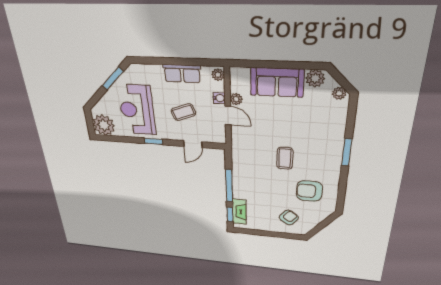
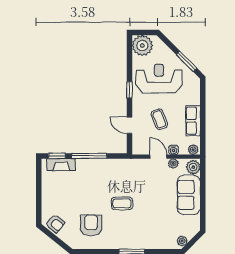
plant: (315, 78) -> (193, 167), moved
door: (228, 116) -> (158, 157), swing flipped
armchair: (289, 218) -> (55, 224), moved

